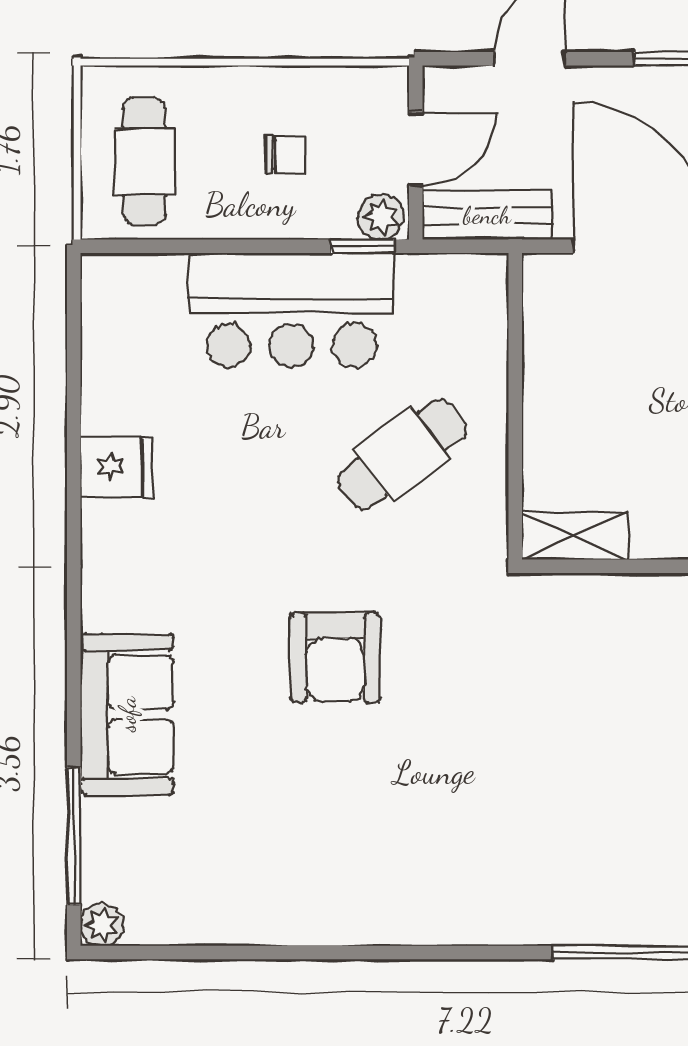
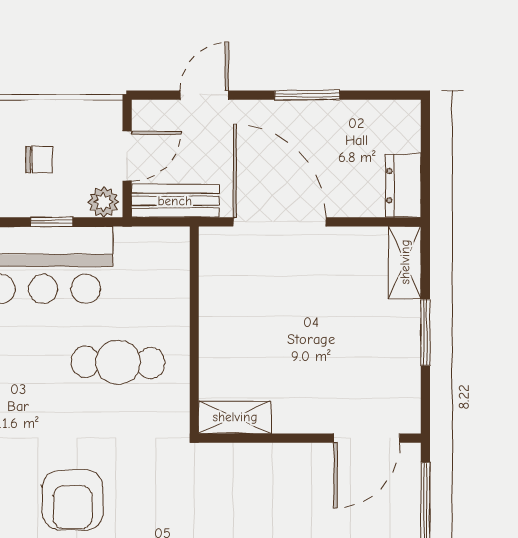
window: (362, 246) -> (52, 222), moved
cafe table: (402, 454) -> (118, 362), turned 38

